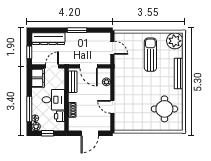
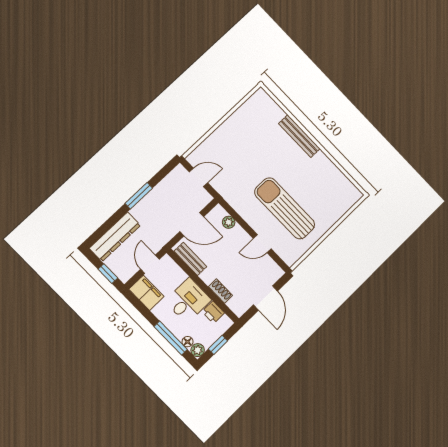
plant: (175, 41) -> (260, 104), removed
sun lounger: (150, 55) -> (285, 208), moved, width x1.36, depth x1.34
round table: (164, 109) -> (321, 190), removed

